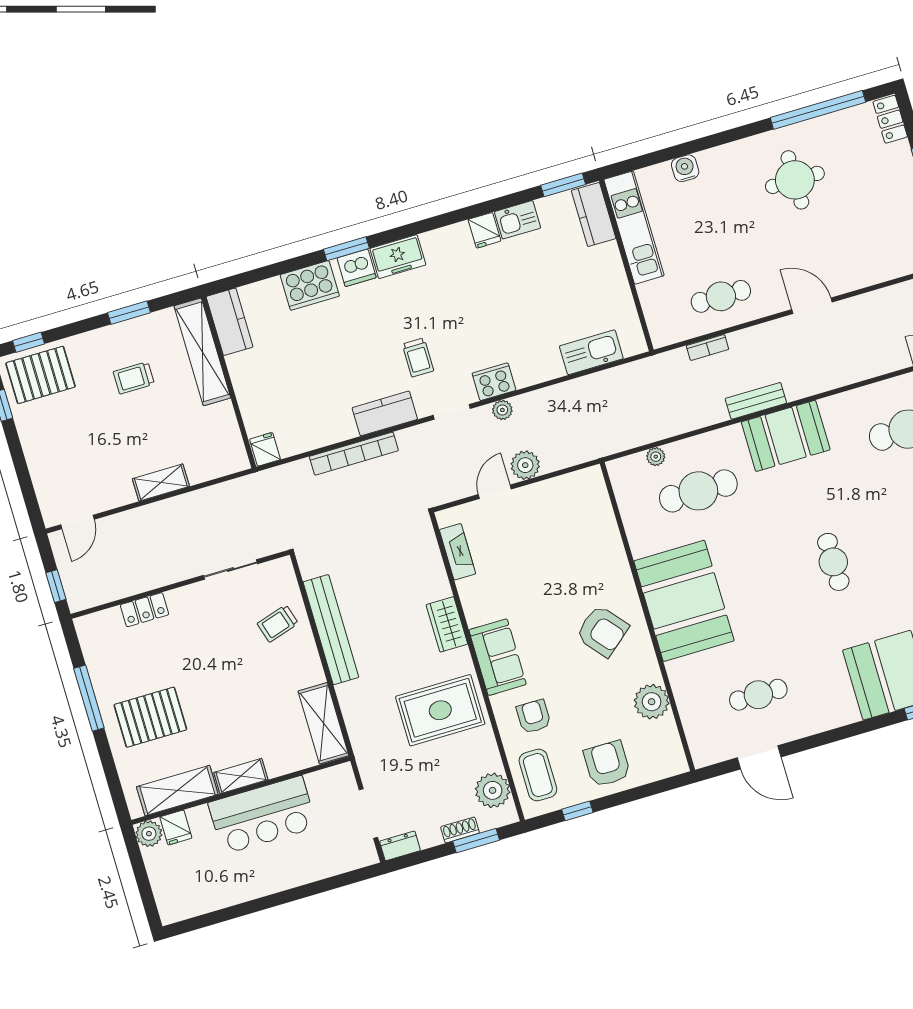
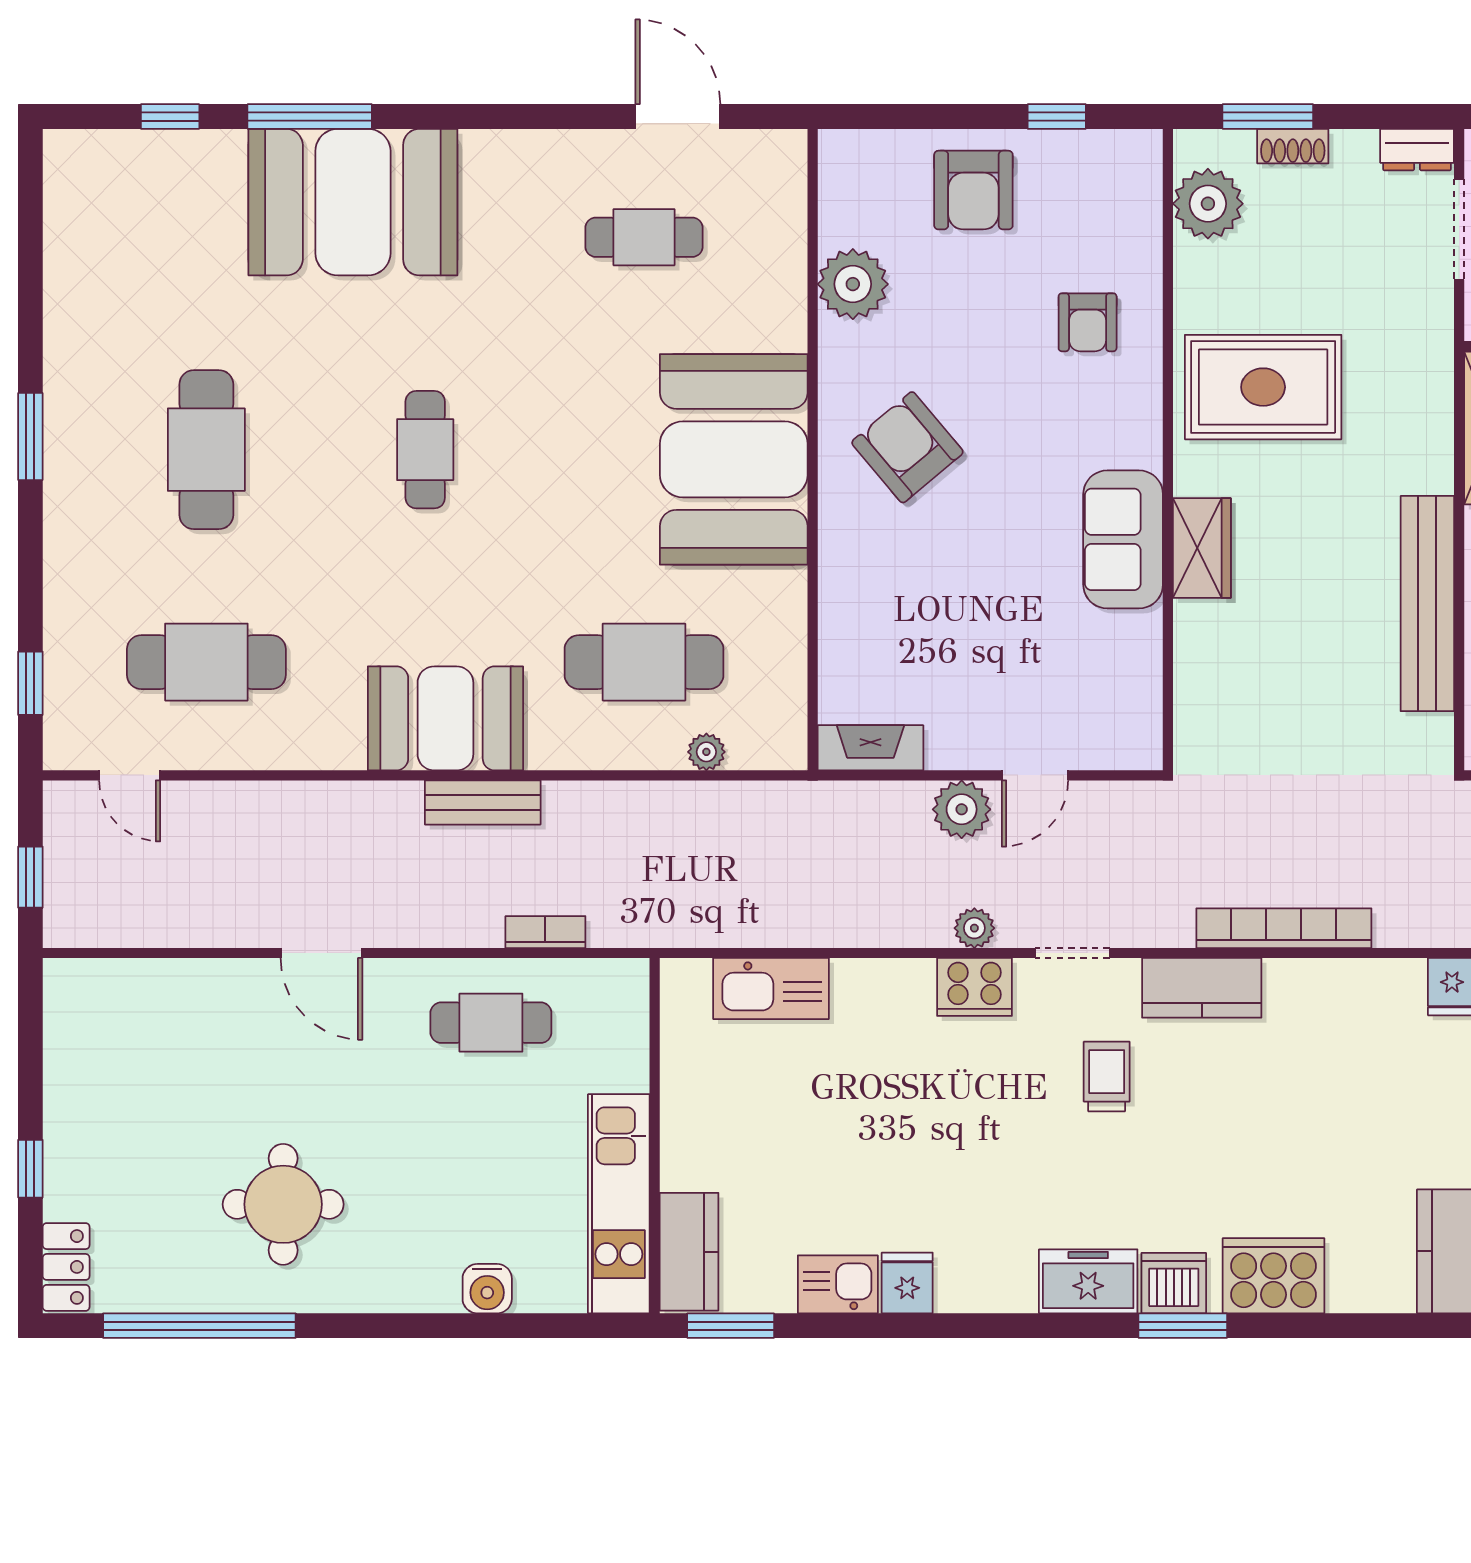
fireplace: (458, 552) -> (870, 748), moved, turned 90
sofa: (498, 657) -> (1123, 539), moved
coffee table: (538, 775) -> (1112, 208), removed

